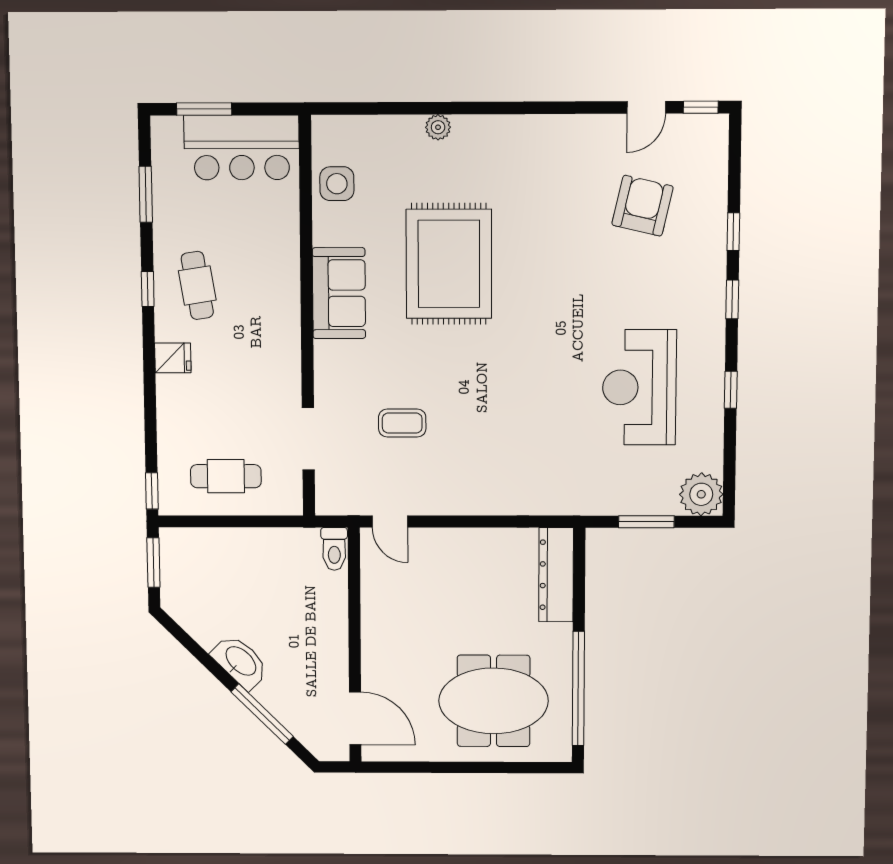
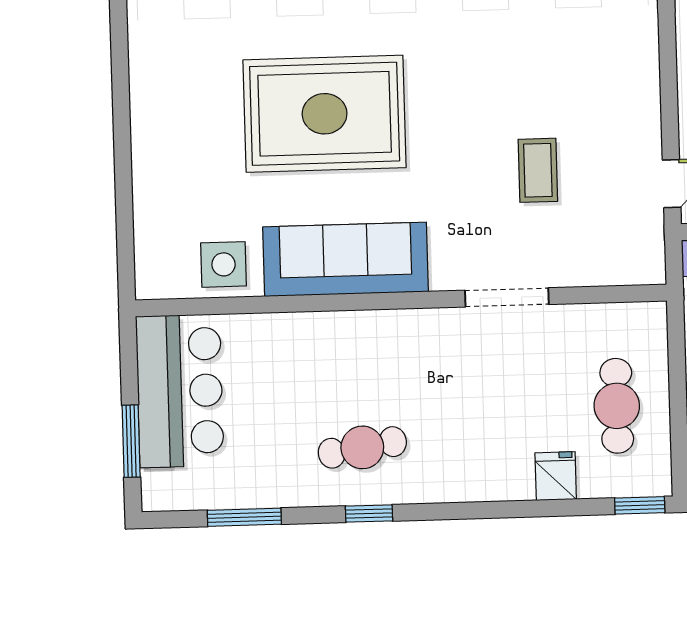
plant: (438, 127) -> (147, 133), removed
sofa: (339, 293) -> (346, 259), width x1.36
fridge: (173, 358) -> (556, 476), moved
doorway: (308, 439) -> (507, 297), moved

